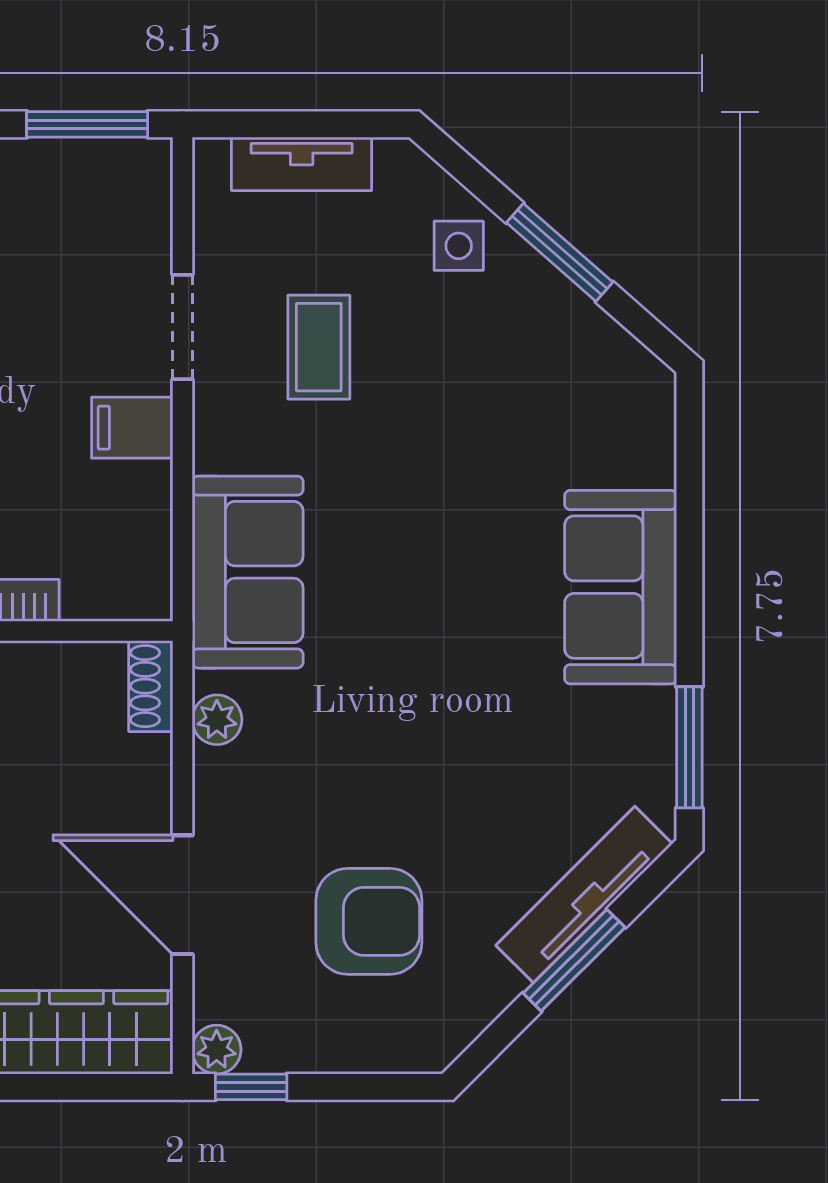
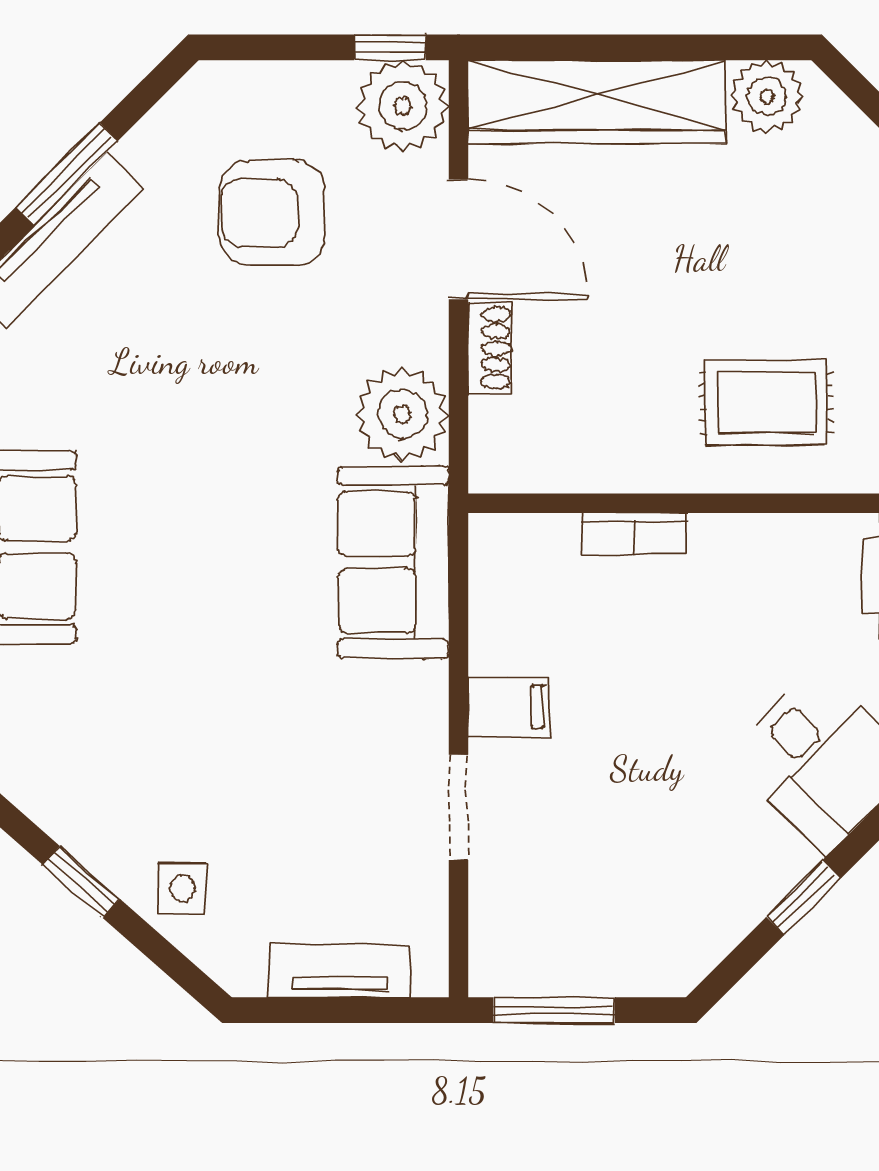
window: (560, 252) -> (81, 882), width x0.67
coffee table: (319, 347) -> (322, 787), removed
shoe rack: (151, 686) -> (490, 348), moved
plant: (217, 720) -> (402, 414), width x1.87, depth x1.87
plant: (217, 1050) -> (403, 106), width x1.87, depth x1.87

